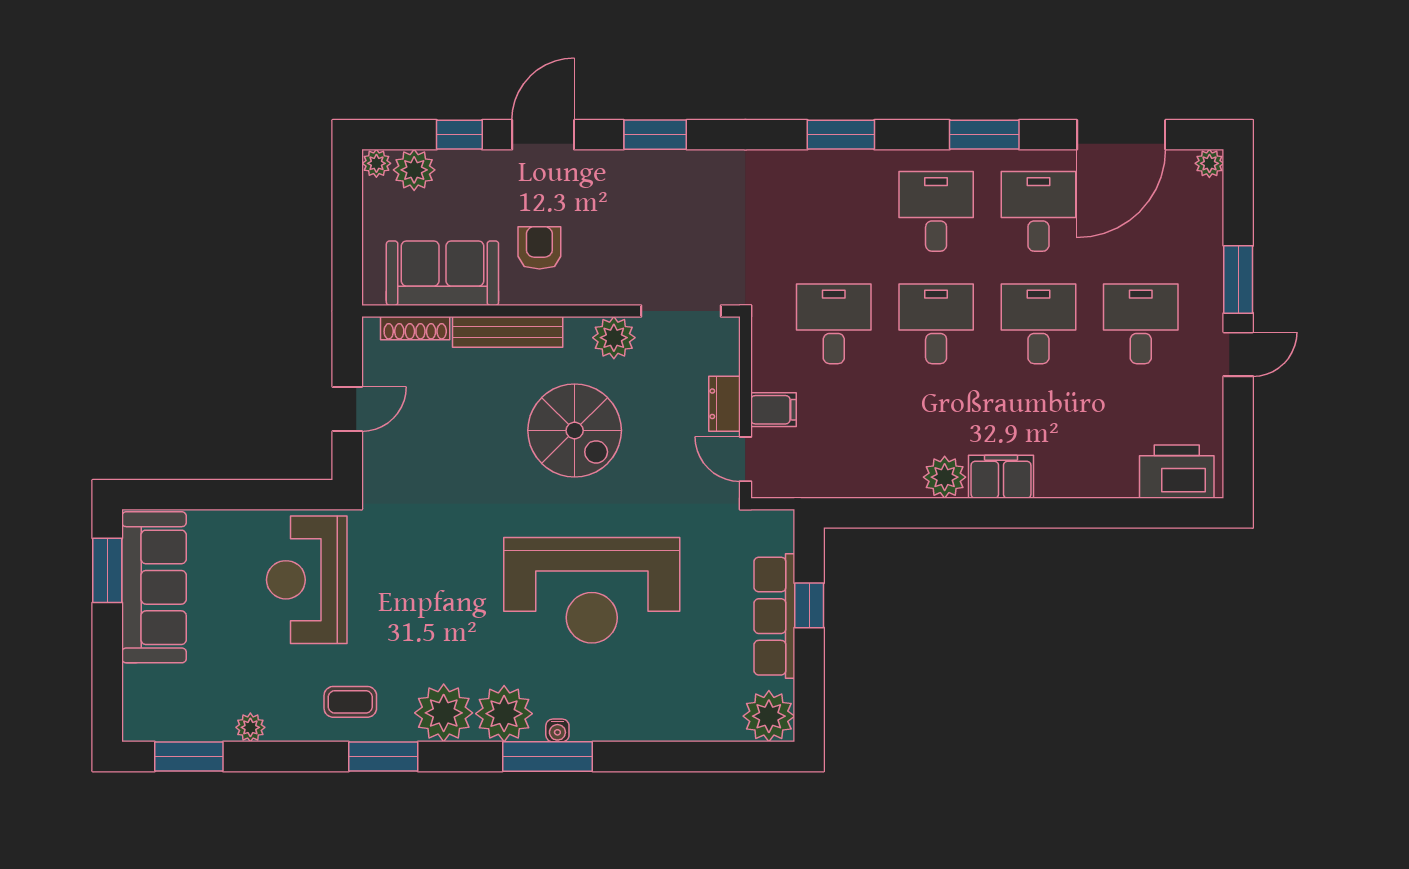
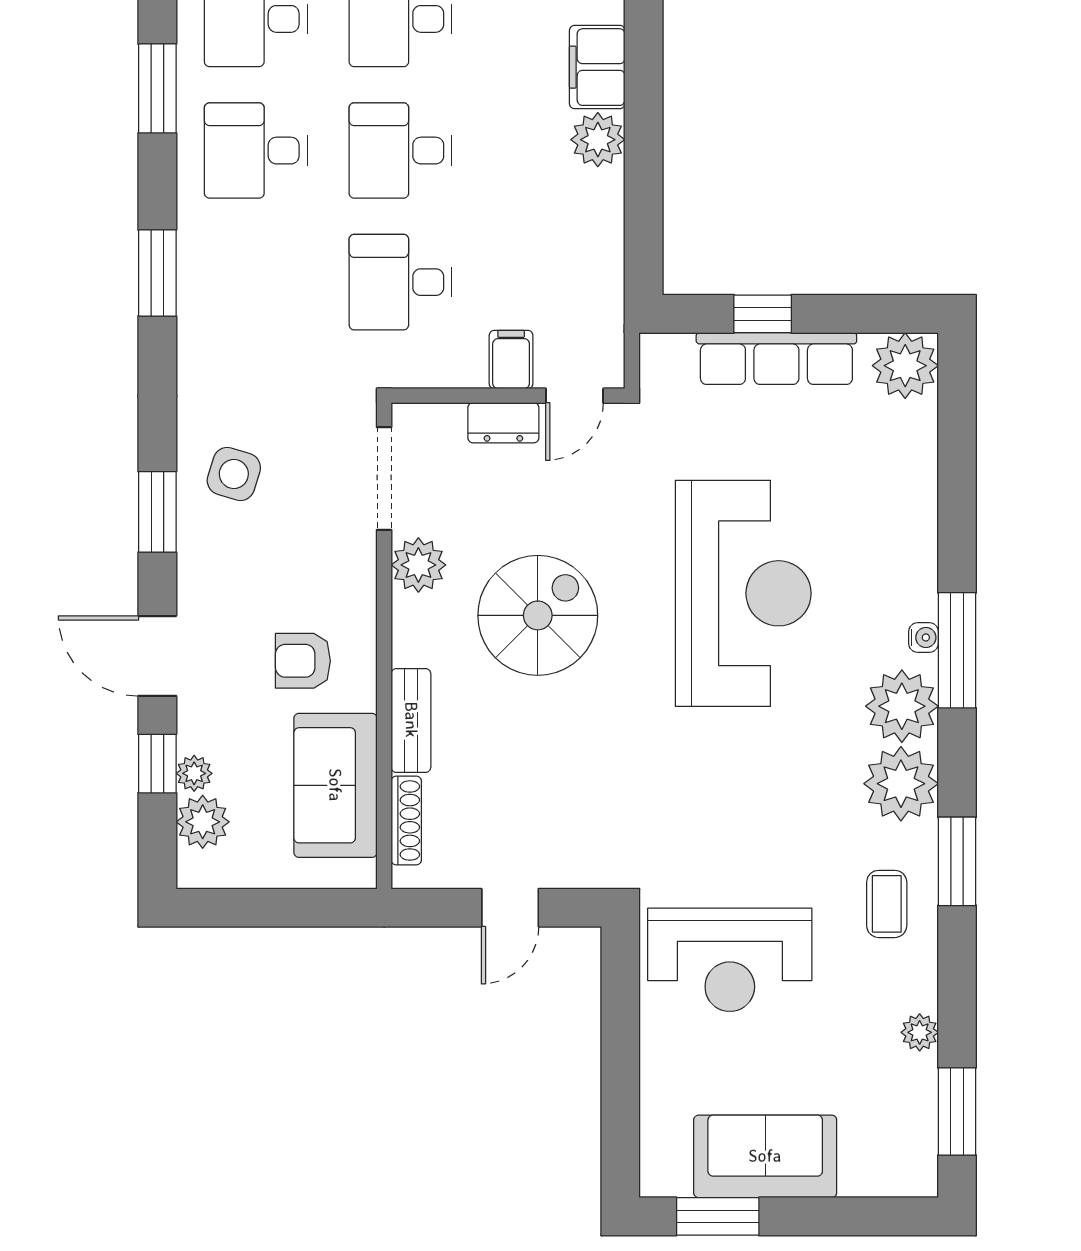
plant: (376, 163) -> (194, 773), moved
side table: (685, 194) -> (234, 474), added
bench: (508, 332) -> (411, 720), width x0.73
door: (347, 409) -> (510, 908), swing flipped
sofa: (154, 587) -> (765, 1156), width x0.73

